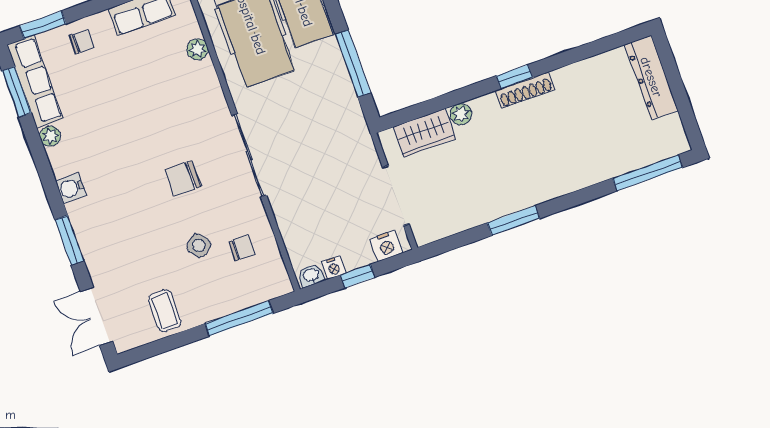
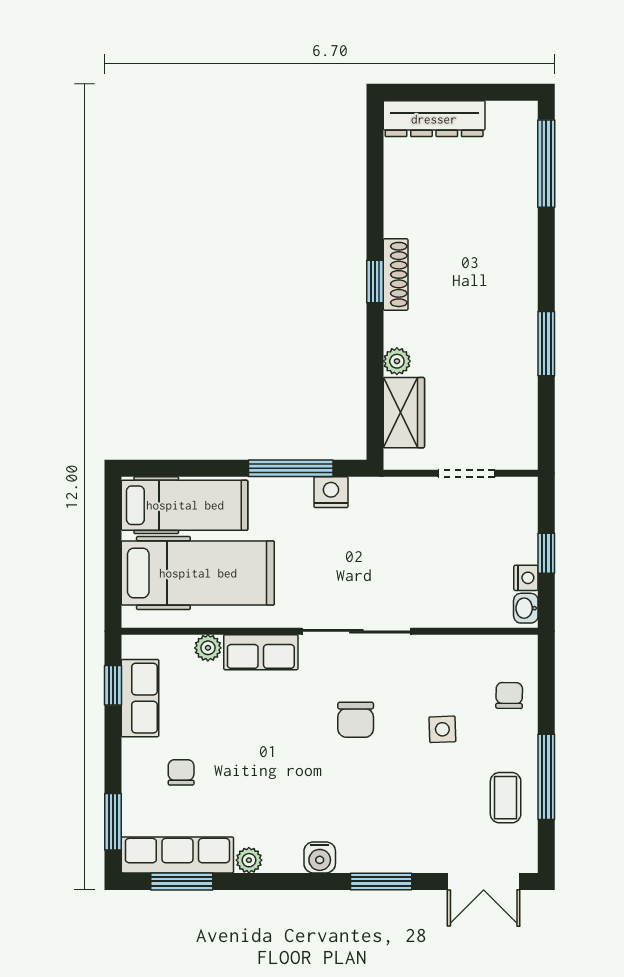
chair: (82, 42) -> (181, 772), moved
row of seats: (208, 90) -> (261, 652), added
doorway: (396, 195) -> (466, 473), width x0.73
side table: (199, 245) -> (442, 729), turned 37
nightstand: (386, 246) -> (331, 492), moved, turned -90
chair: (242, 248) -> (509, 695), moved
coffee table: (165, 311) -> (506, 798), turned 90
window: (239, 318) -> (546, 777), moved

